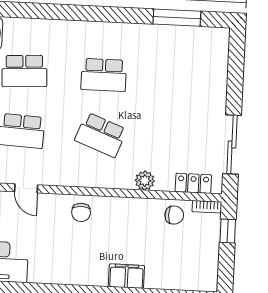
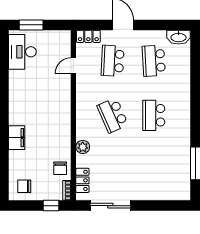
school desk: (101, 135) -> (113, 115), turned -45
chair: (81, 212) -> (24, 186), moved

